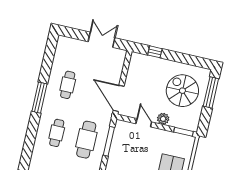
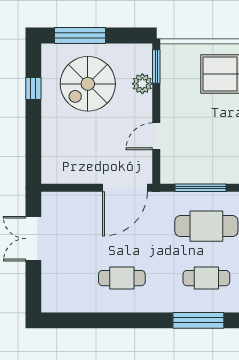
window: (155, 52) -> (33, 88), moved
window: (39, 98) -> (198, 320), moved
plant: (163, 119) -> (142, 84), moved

